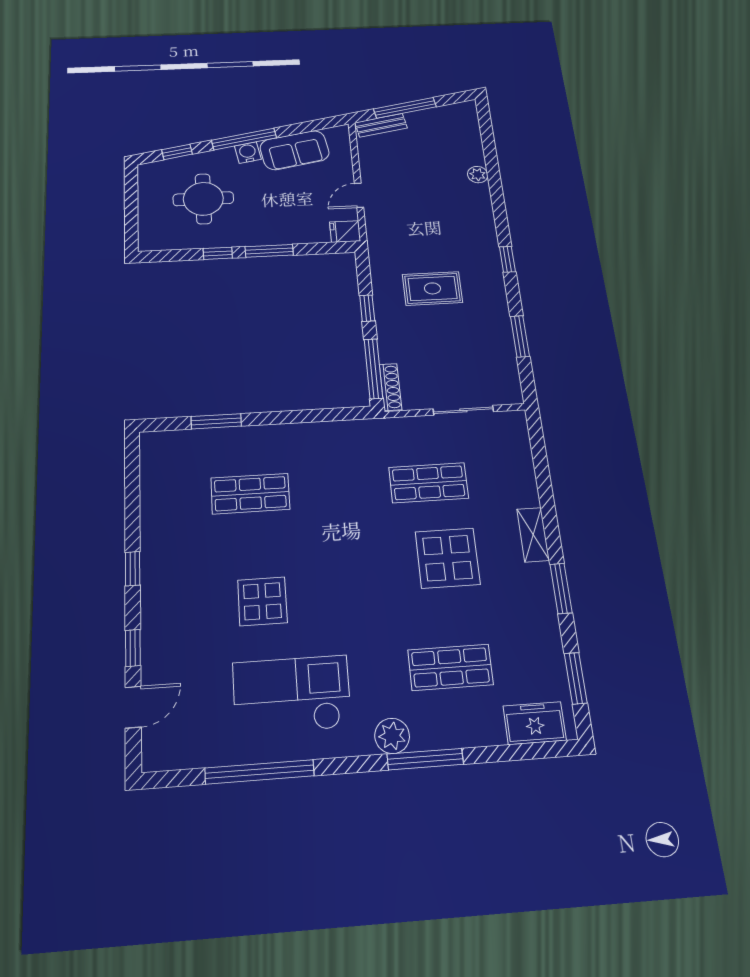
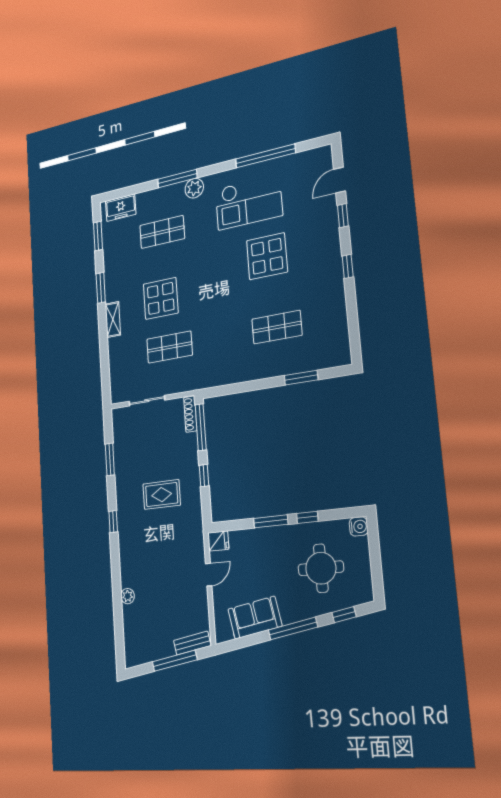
water cooler: (248, 153) -> (359, 527), moved, turned -80
display table: (262, 601) -> (267, 256), width x1.36, depth x1.36

